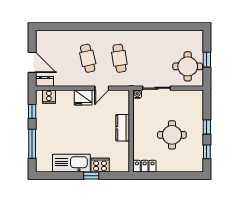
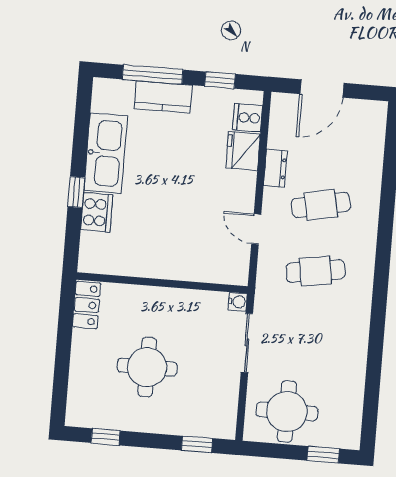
window: (207, 60) -> (323, 455), moved
dresser: (44, 81) -> (275, 168), moved
fridge: (83, 98) -> (243, 151), moved
window: (207, 127) -> (197, 444), moved
kitchen counter: (123, 128) -> (163, 97), moved, turned 180

